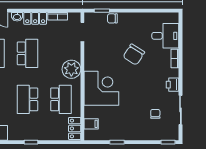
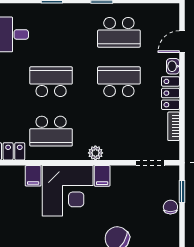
school desk: (27, 53) -> (119, 82), turned 180
filing cabinet: (91, 65) -> (102, 176), added
plant: (71, 69) -> (95, 153), width x0.53, depth x0.53
filing cabinet: (91, 124) -> (33, 176), moved

